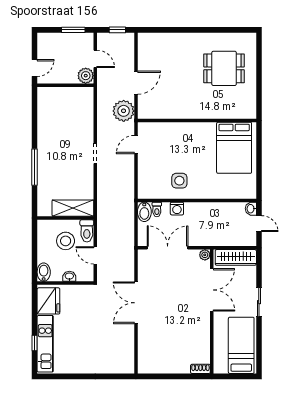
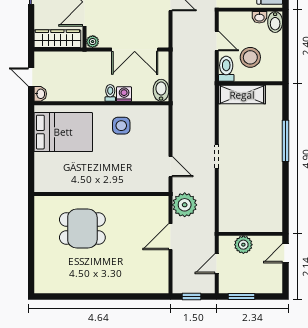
door: (95, 59) -> (217, 264), hinge flipped
dining table: (224, 68) -> (82, 229), moved
plant: (86, 76) -> (243, 245), moved
door: (136, 145) -> (171, 167), hinge flipped
bed: (234, 148) -> (63, 132), moved, turned 90
toilet: (157, 209) -> (110, 93), moved
washbasin: (69, 276) -> (259, 17), moved

